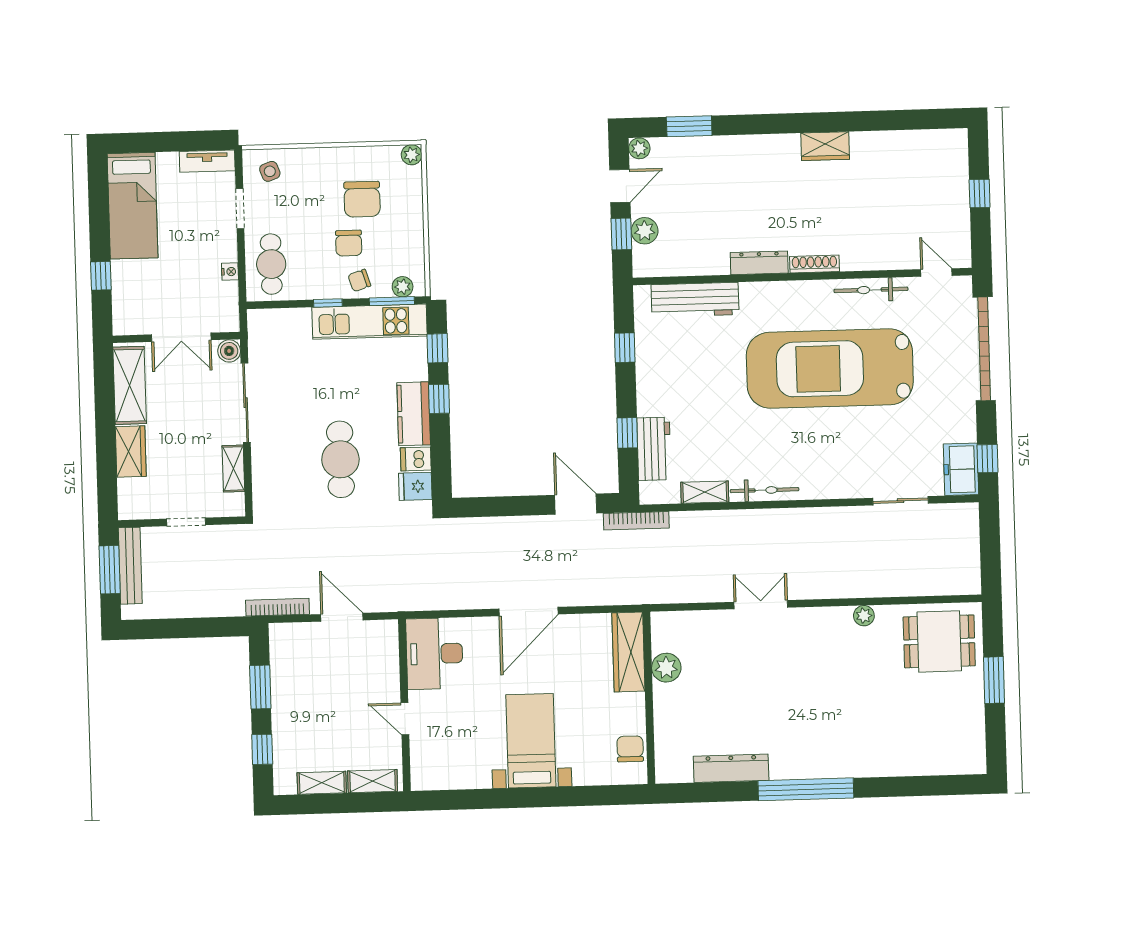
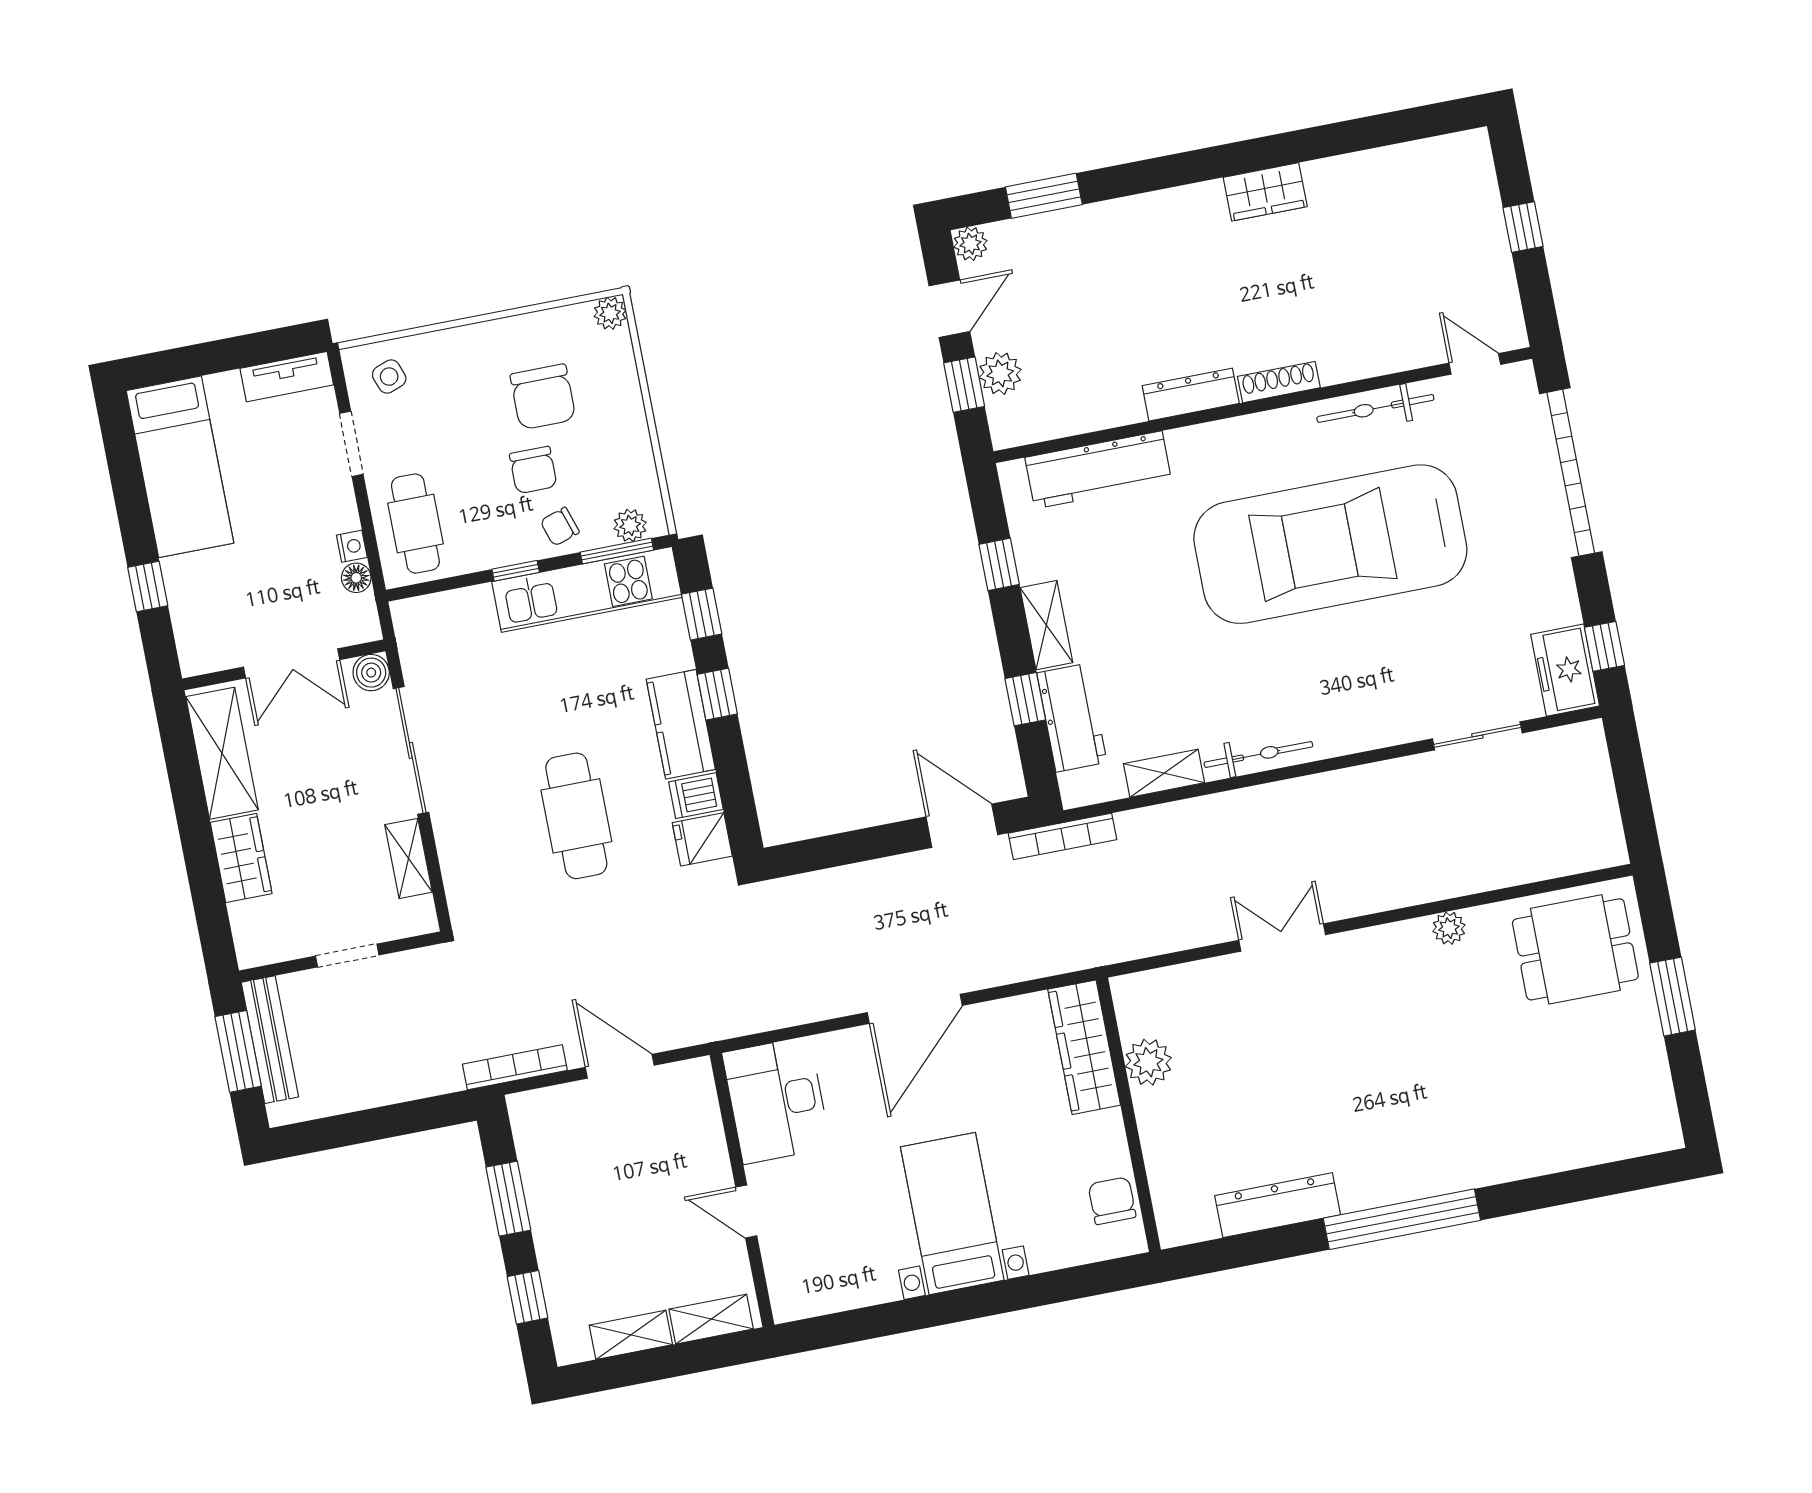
floor lamp: (229, 291) -> (356, 578), added
shelving: (648, 390) -> (1046, 625), added

